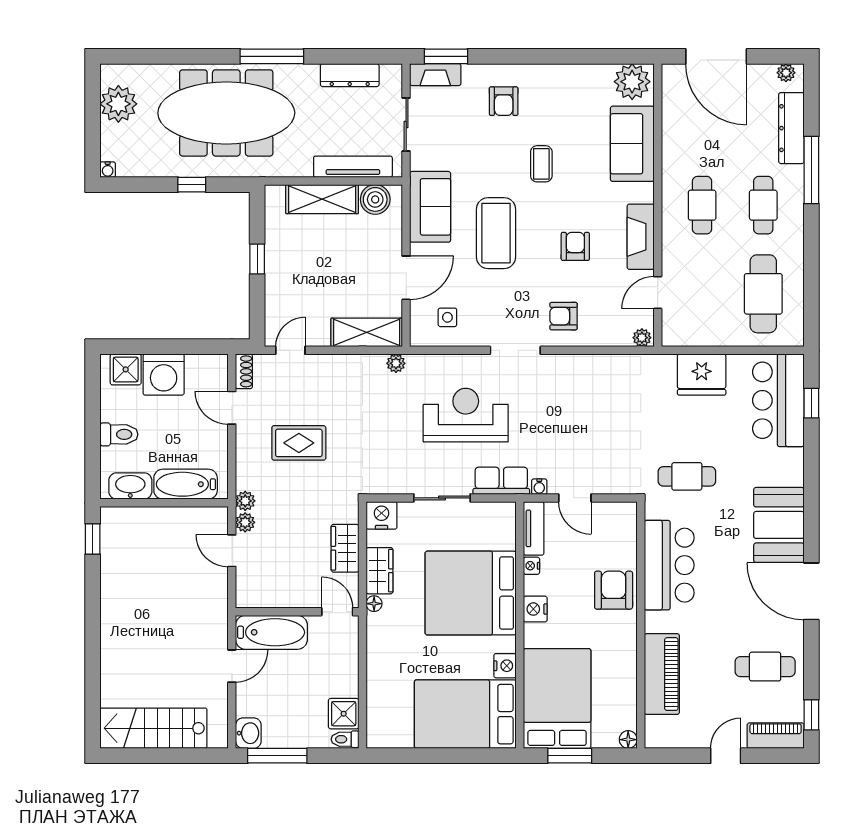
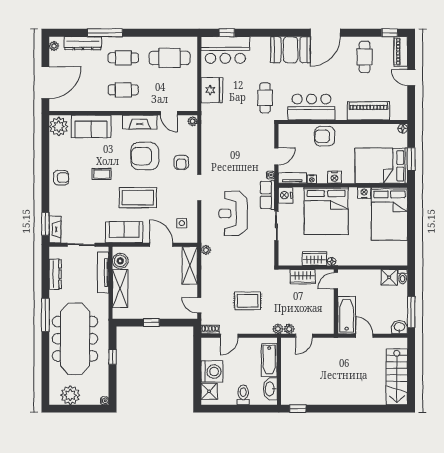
armchair: (504, 101) -> (61, 178), moved
armchair: (575, 246) -> (145, 156), width x1.88, depth x1.88
rug: (299, 443) -> (248, 301), turned 90
nightstand: (381, 515) -> (286, 195), moved

